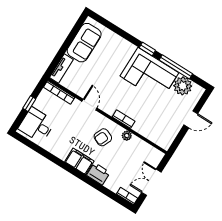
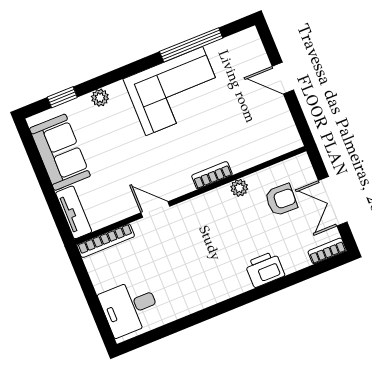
window: (147, 49) -> (62, 97), moved
plant: (183, 86) -> (100, 98), moved, width x0.53, depth x0.53
window: (29, 104) -> (91, 296), removed
door: (191, 119) -> (283, 78), swing flipped
armchair: (103, 137) -> (281, 200), moved, turned -111
filing cabinet: (79, 161) -> (227, 284), removed

